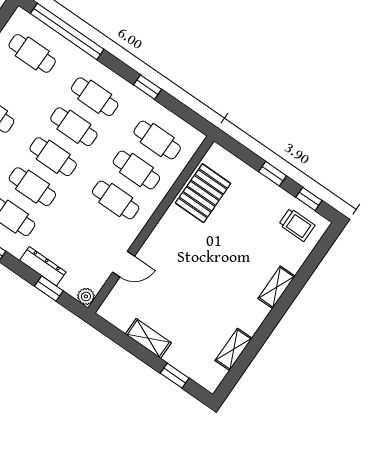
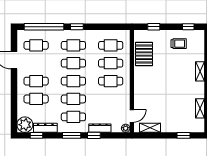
window: (147, 87) -> (77, 27), moved
window: (273, 174) -> (154, 27), moved
trolley: (297, 225) -> (179, 44), moved
door: (124, 264) -> (132, 116), moved
window: (49, 288) -> (94, 135), moved
shelving: (148, 338) -> (150, 128), moved

